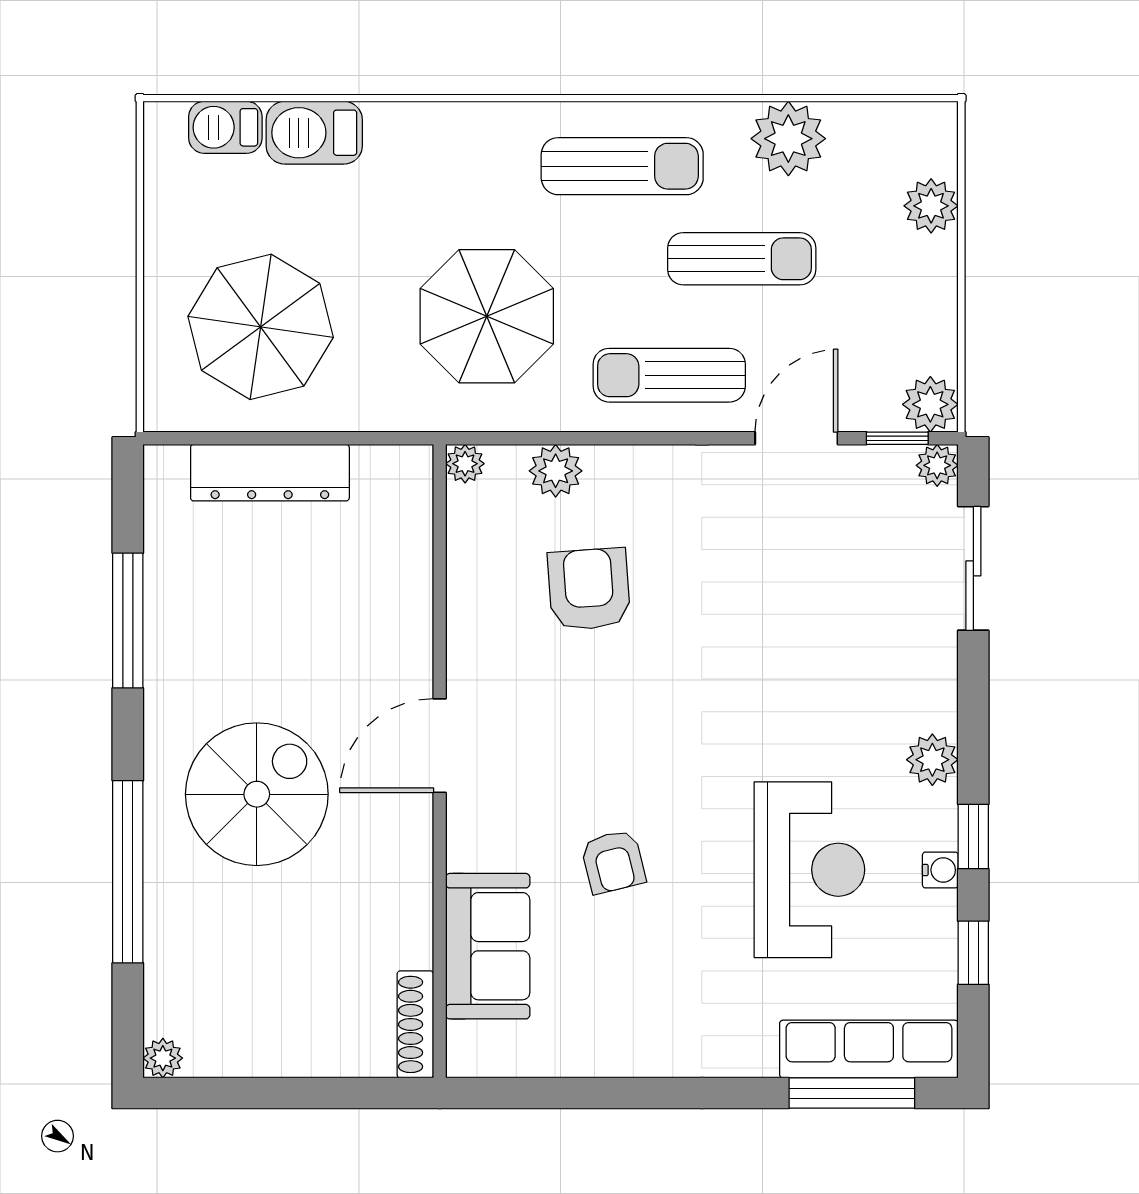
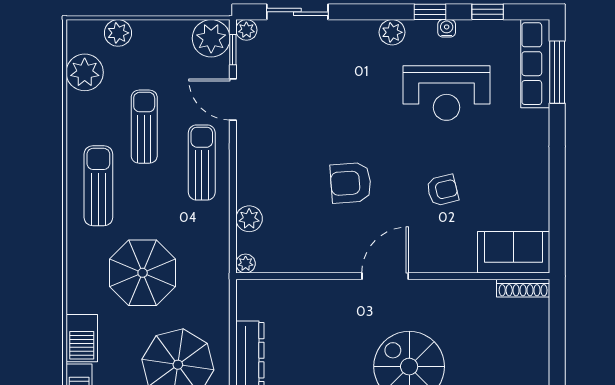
plant: (788, 139) -> (85, 72), moved
parasol: (487, 316) -> (143, 273), moved
sun lounger: (669, 375) -> (202, 162), turned 180
plant: (930, 404) -> (211, 38), width x1.36, depth x1.36
armchair: (589, 589) -> (351, 183), moved
door: (440, 746) -> (385, 276), swing flipped
reception desk: (809, 870) -> (446, 93), turned 180
sofa: (488, 946) -> (514, 252), moved

